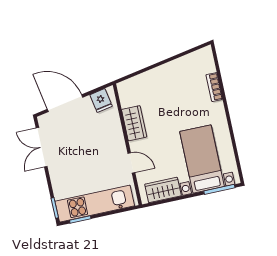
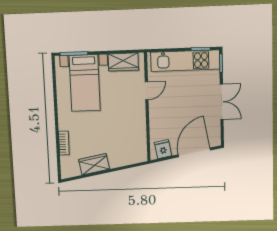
door: (65, 103) -> (194, 152), swing flipped
wardrobe: (134, 123) -> (94, 164), moved, turned 80
double door: (42, 147) -> (222, 102), moved
door: (131, 163) -> (147, 91), swing flipped

